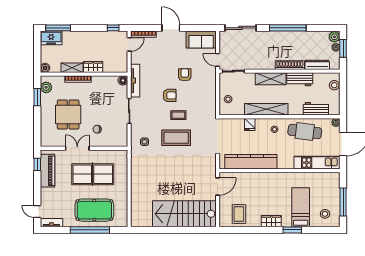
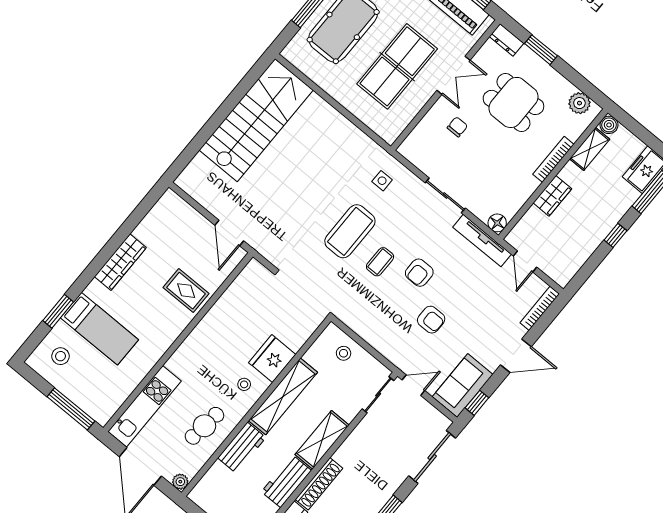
window: (113, 28) -> (615, 235), moved
window: (203, 28) -> (477, 403), added
door: (129, 44) -> (525, 261), moved
shelving: (72, 68) -> (590, 149), moved
window: (37, 97) -> (541, 50), moved
workbench: (316, 109) -> (242, 448), moved
fridge: (250, 124) -> (272, 359), width x1.88, depth x1.34
cafe table: (305, 131) -> (204, 426), width x0.73, depth x0.74
dresser: (45, 139) -> (506, 40), added
kitchen counter: (251, 162) -> (225, 311), removed
window: (343, 202) -> (71, 409), moved
stairs: (184, 214) -> (256, 120), moved
rug: (239, 214) -> (186, 291), moved
wardrobe: (271, 221) -> (120, 262), width x1.50
window: (292, 230) -> (58, 311), moved

